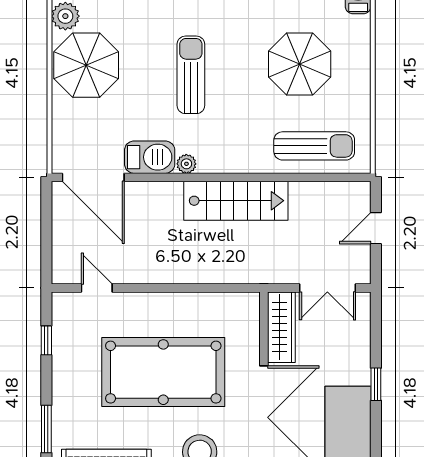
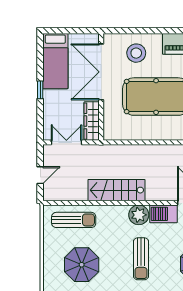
sun lounger: (314, 146) -> (74, 220), turned 180
plant: (186, 164) -> (139, 215), width x1.87, depth x1.87

